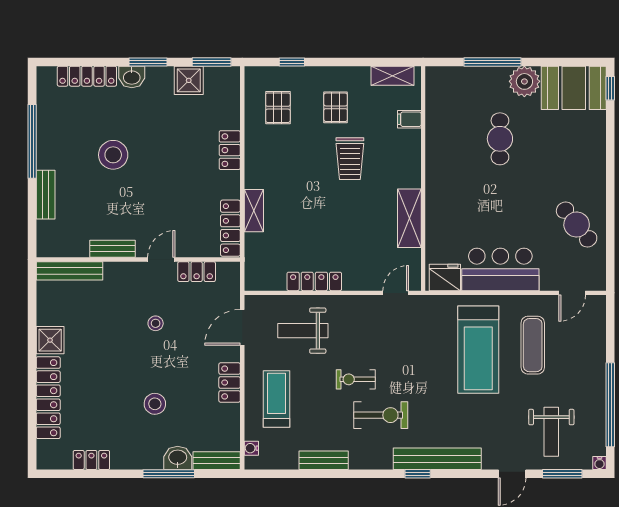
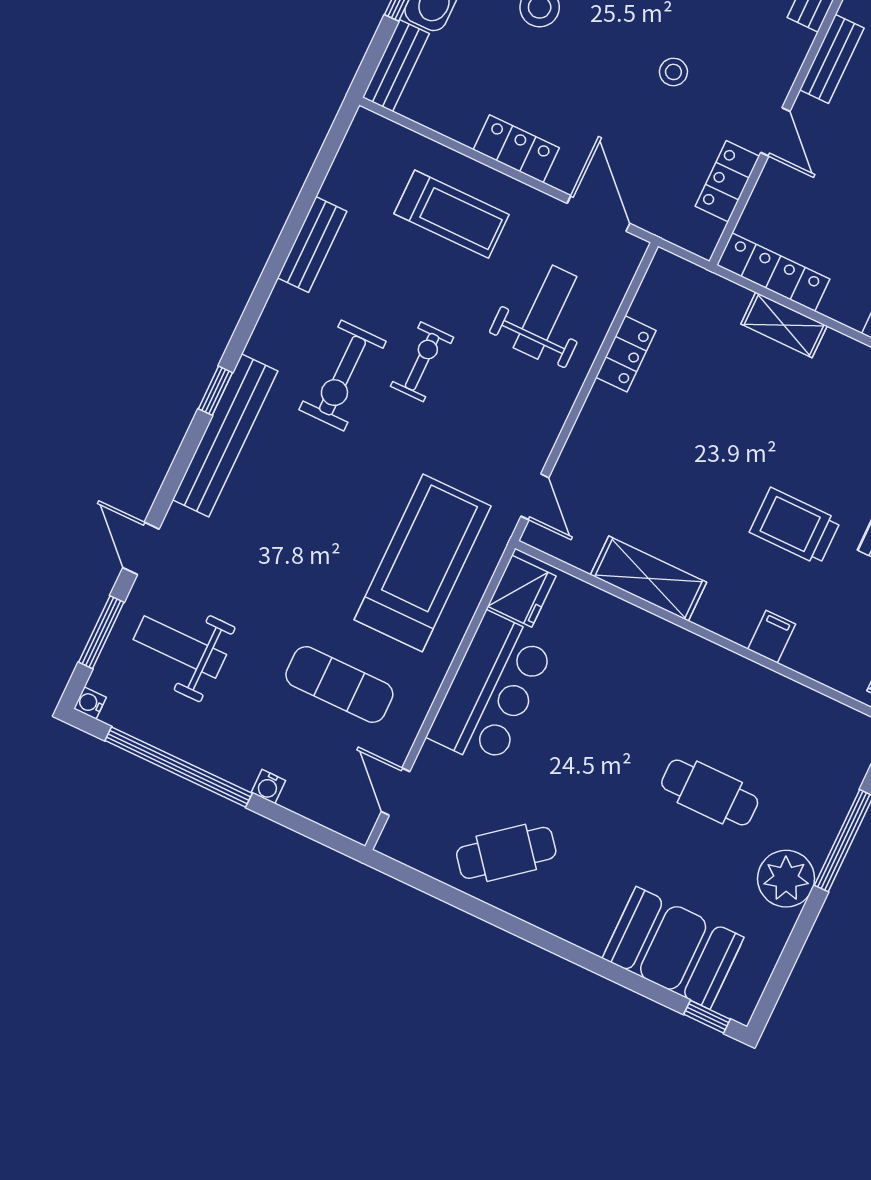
booth: (574, 88) -> (673, 948), moved, turned 90
filing cabinet: (409, 119) -> (772, 637), moved
locker: (314, 281) -> (626, 354), width x0.66
treadmill: (478, 350) -> (423, 563), moved, turned 90
water cooler: (251, 448) -> (268, 786), moved, turned 180

